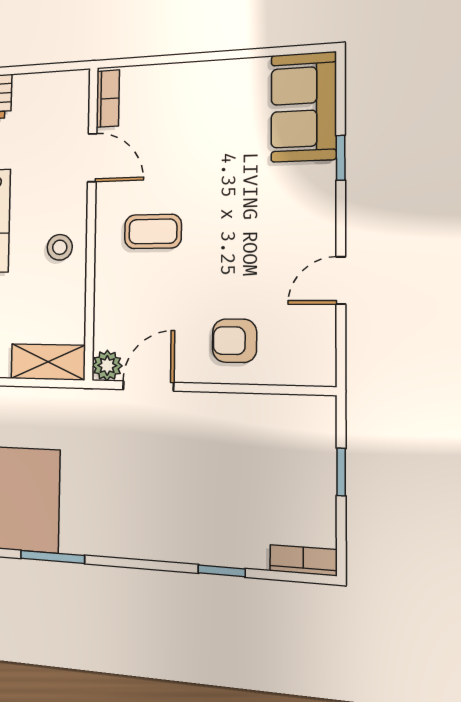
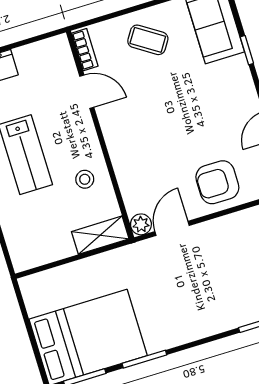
coffee table: (153, 231) -> (148, 40), moved, turned 33
stool: (60, 247) -> (85, 179), moved
armchair: (234, 341) -> (217, 182), width x1.38, depth x1.38

